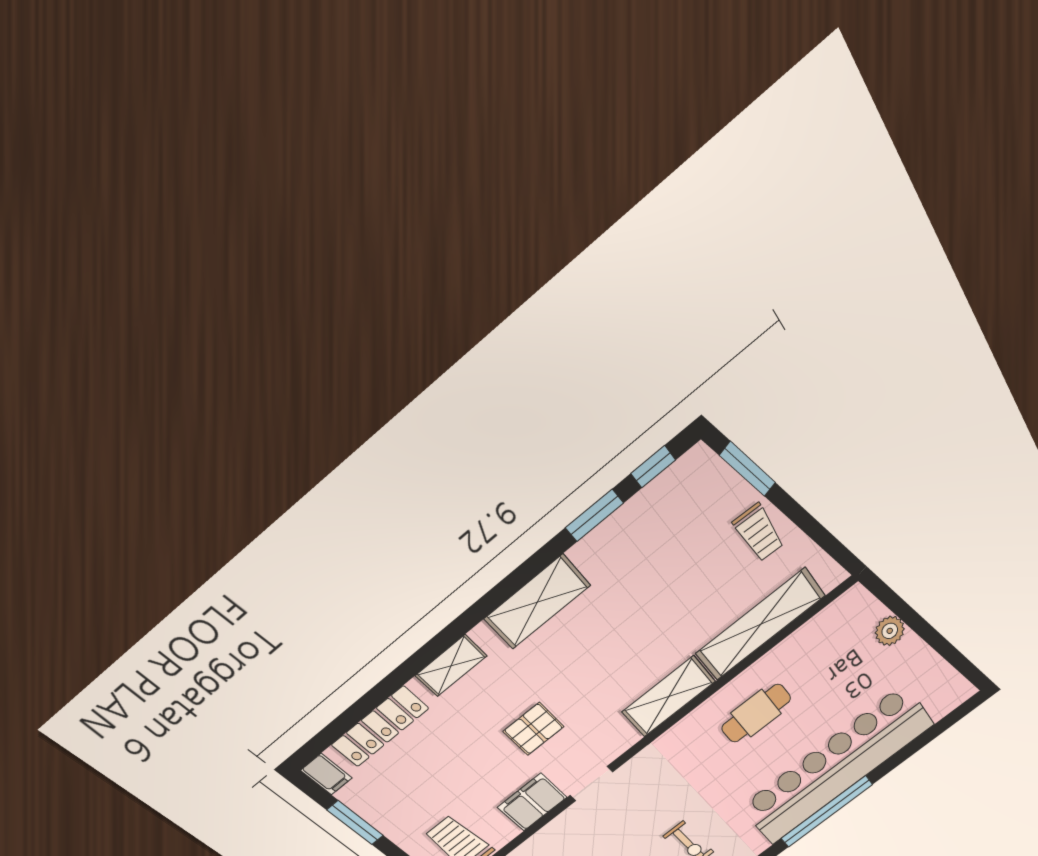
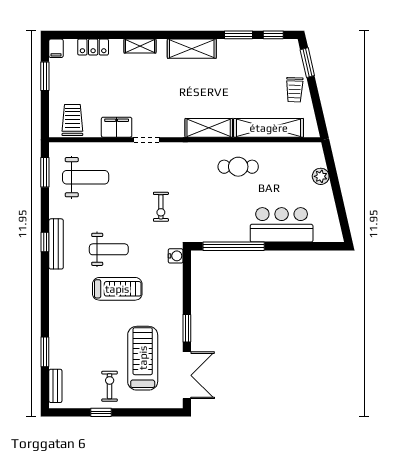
locker: (380, 727) -> (93, 47), width x0.66
pallet: (534, 729) -> (146, 96), removed
bar counter: (837, 766) -> (282, 225), width x0.54

